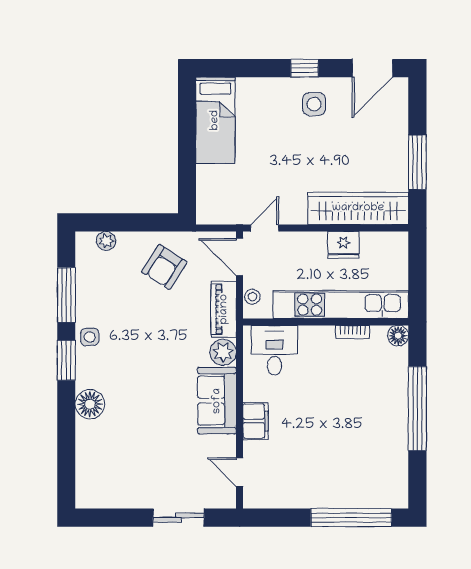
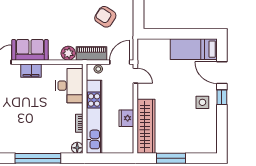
door: (372, 68) -> (222, 73), moved
armchair: (164, 267) -> (105, 17), moved
desk: (274, 350) -> (69, 86), width x1.37
sofa: (217, 401) -> (30, 50), moved

